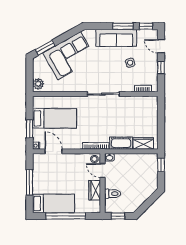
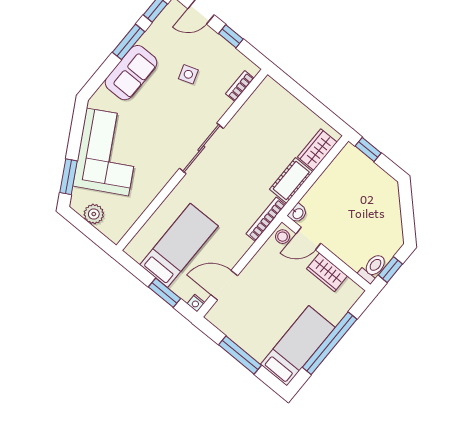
sofa: (116, 38) -> (131, 73), width x0.73
plant: (38, 84) -> (94, 214), moved
toilet: (113, 194) -> (373, 268), moved

